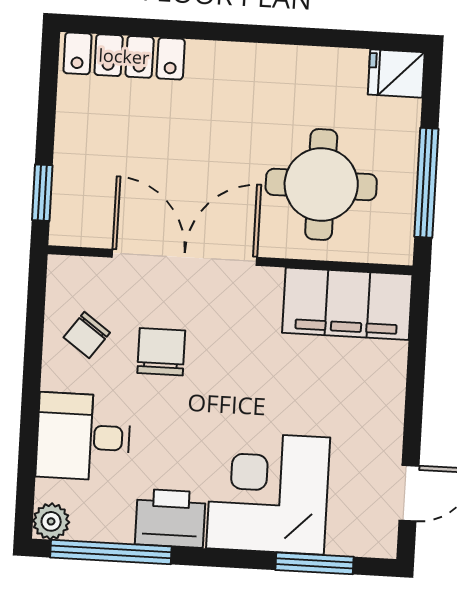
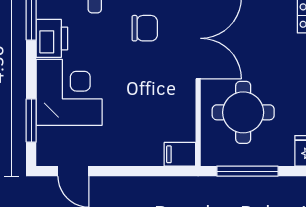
filing cabinet: (347, 304) -> (180, 154), width x0.33, depth x0.86

